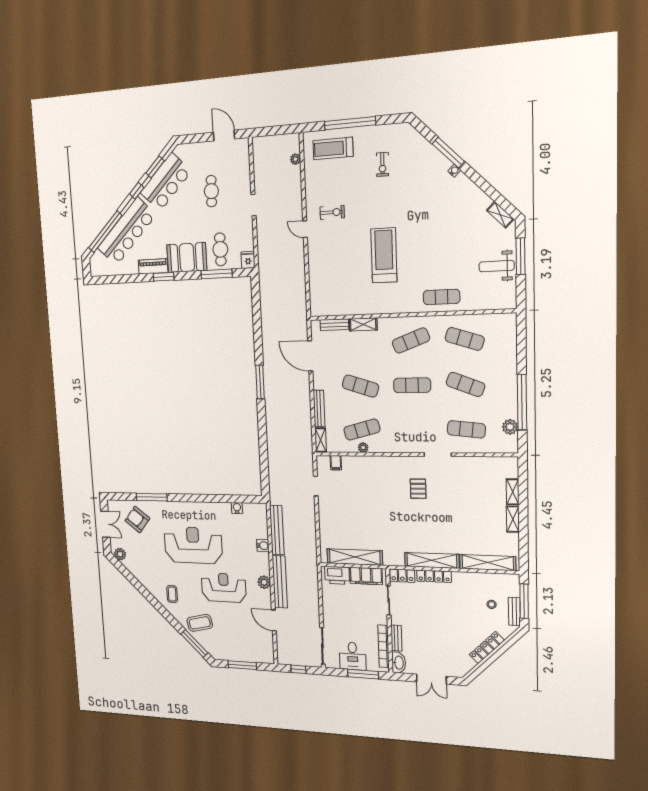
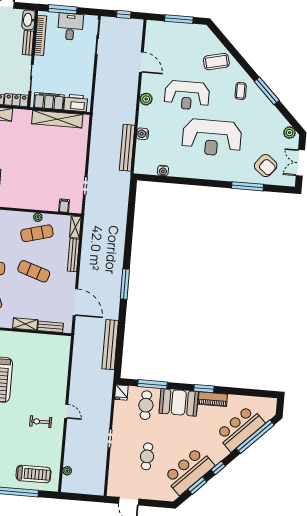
bar counter: (127, 232) -> (240, 428), width x0.73
bench: (280, 582) -> (110, 345), moved
window: (194, 643) -> (267, 91), moved

